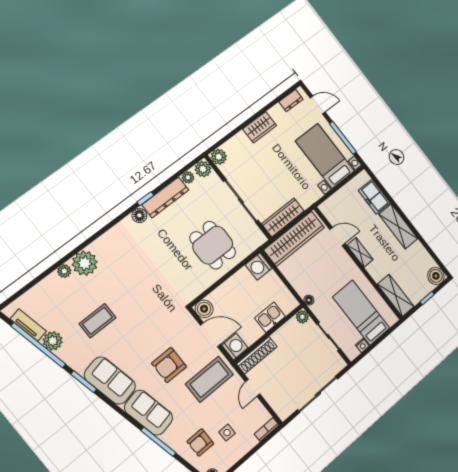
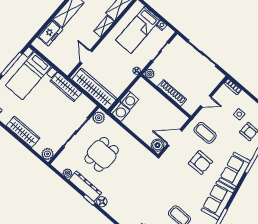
wardrobe: (260, 127) -> (23, 132), width x1.50
plant: (203, 169) -> (99, 118), moved
wardrobe: (283, 217) -> (66, 87), moved
dining table: (213, 245) -> (102, 154), moved
shelving: (360, 252) -> (104, 26), moved
kitchen sink: (270, 317) -> (154, 97), removed
door: (210, 335) -> (175, 138), hinge flipped
washing machine: (235, 347) -> (129, 100), moved, turned 180
shoe rack: (257, 355) -> (172, 93), moved
coffee table: (209, 379) -> (205, 133), width x0.73, depth x0.76

